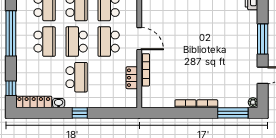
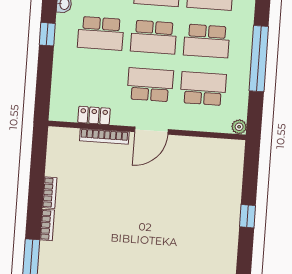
school desk: (77, 42) -> (154, 37), turned 180

